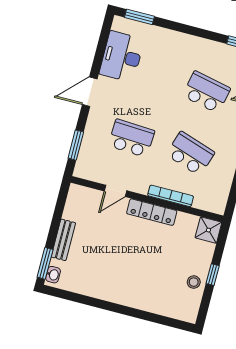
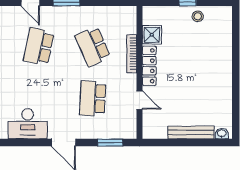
school desk: (190, 154) -> (93, 47), turned -42
shower: (208, 230) -> (152, 35), moved
bench: (63, 240) -> (191, 133), width x1.36
window: (45, 263) -> (214, 143), removed

